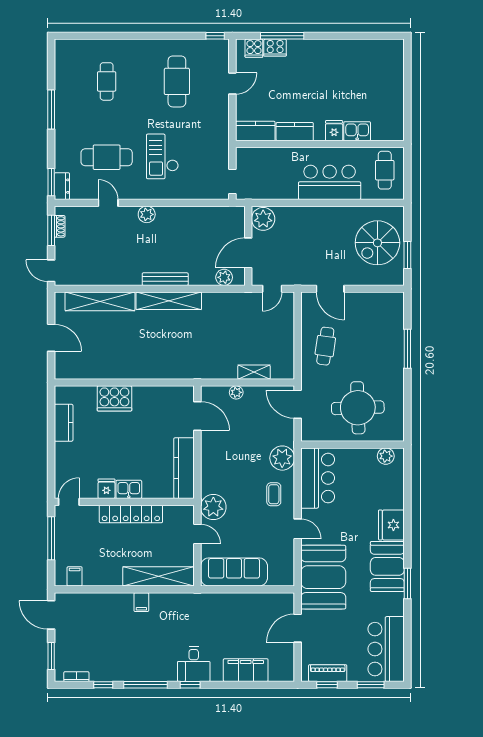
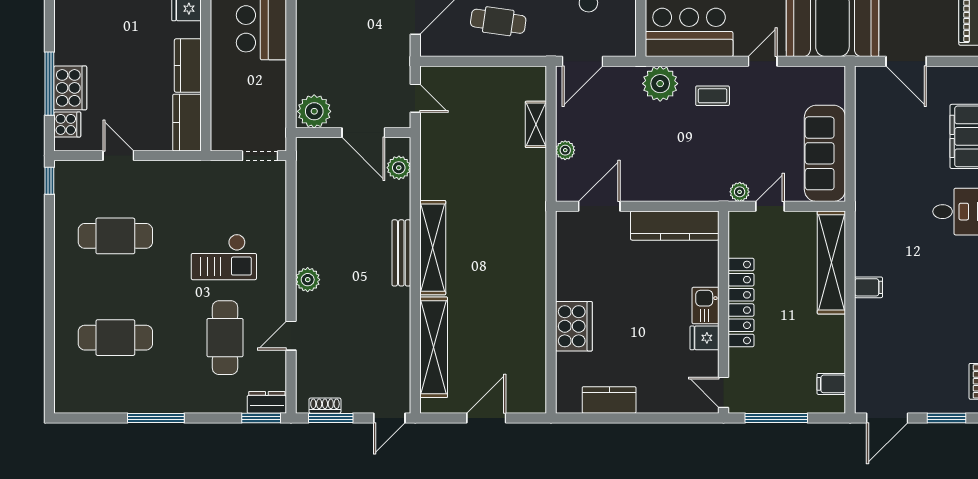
cooker: (275, 48) -> (70, 88), width x1.37, depth x1.31
cafe table: (107, 81) -> (115, 338), width x1.37, depth x1.35
plant: (213, 507) -> (740, 192), width x0.53, depth x0.53

